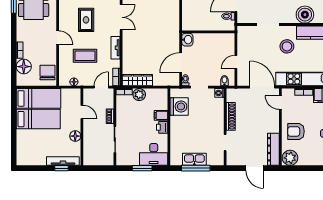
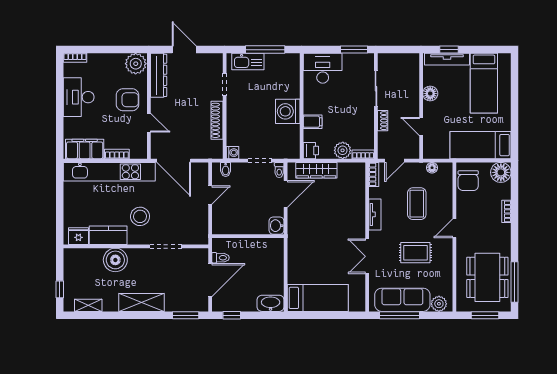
rug: (86, 20) -> (415, 253), turned 90
door: (58, 38) -> (454, 228), hinge flipped
coffee table: (85, 56) -> (417, 204), turned 90
floor lamp: (24, 67) -> (501, 172), moved
wardrobe: (137, 80) -> (316, 170), moved
door: (280, 103) -> (149, 123), moved
washing machine: (179, 106) -> (288, 111), moved
bed: (38, 119) -> (484, 83), moved, turned -90
printer: (162, 127) -> (311, 151), moved
kitchen sink: (194, 159) -> (248, 62), moved
window: (142, 168) -> (354, 50), moved

